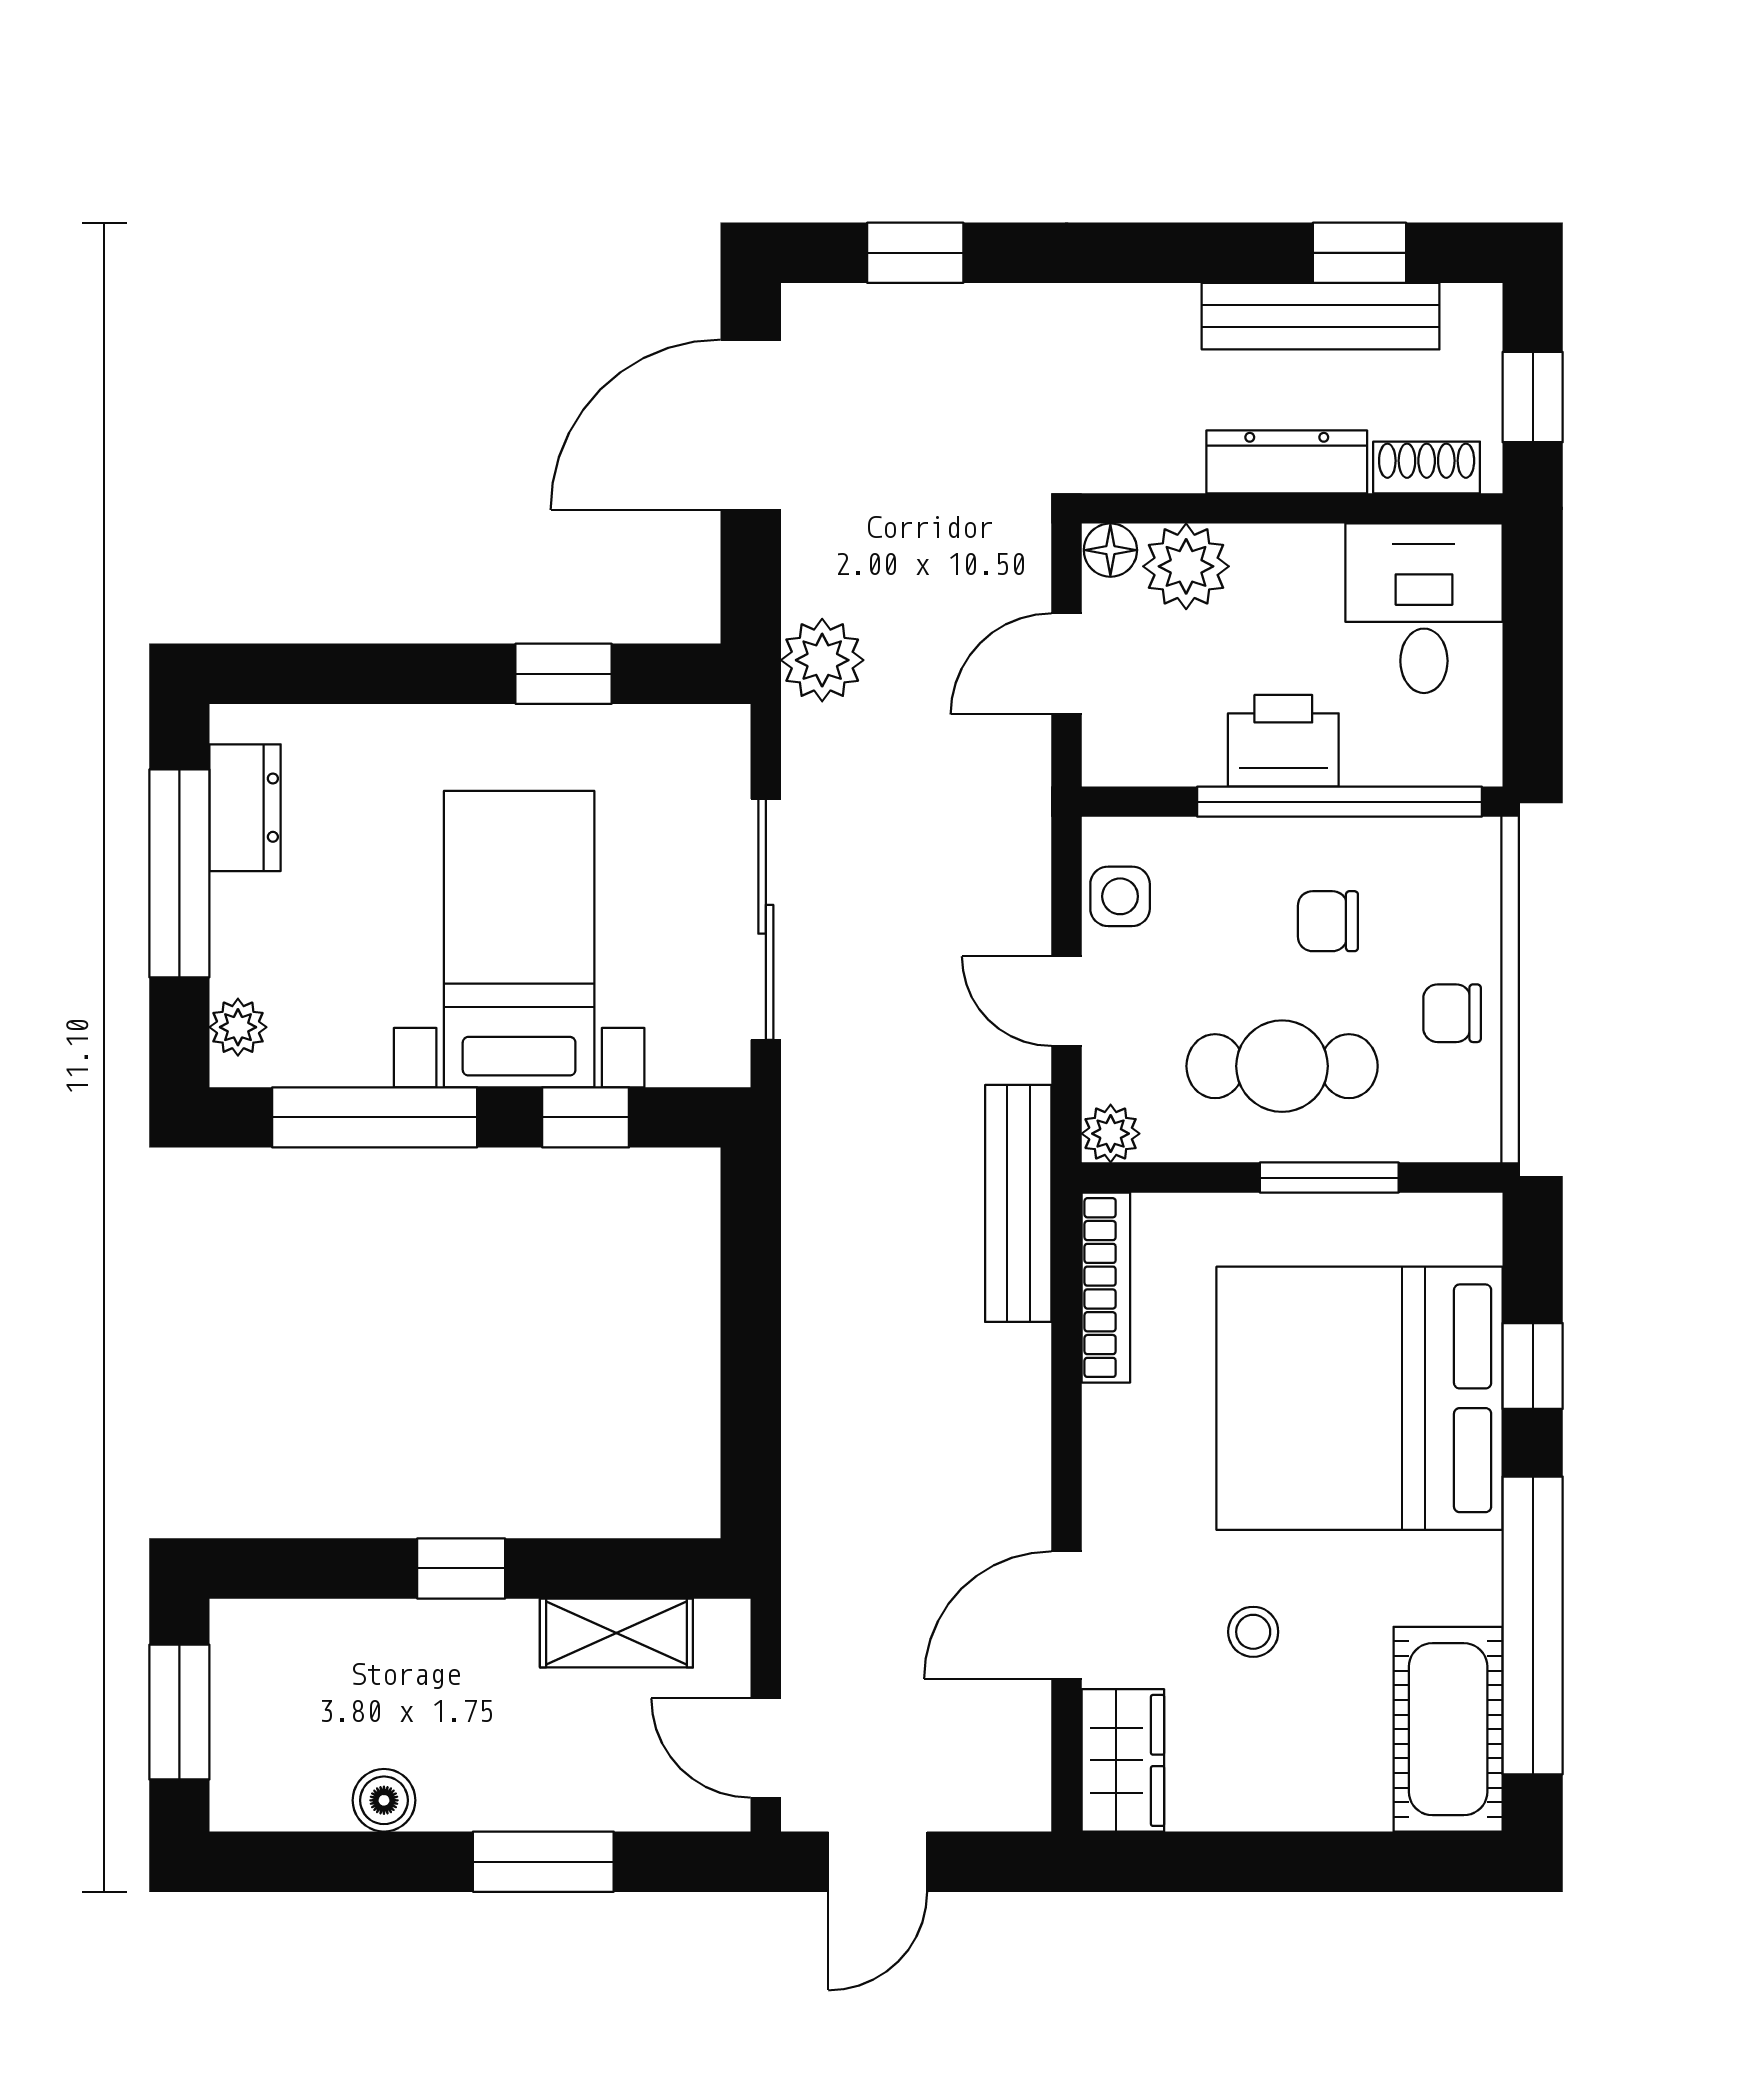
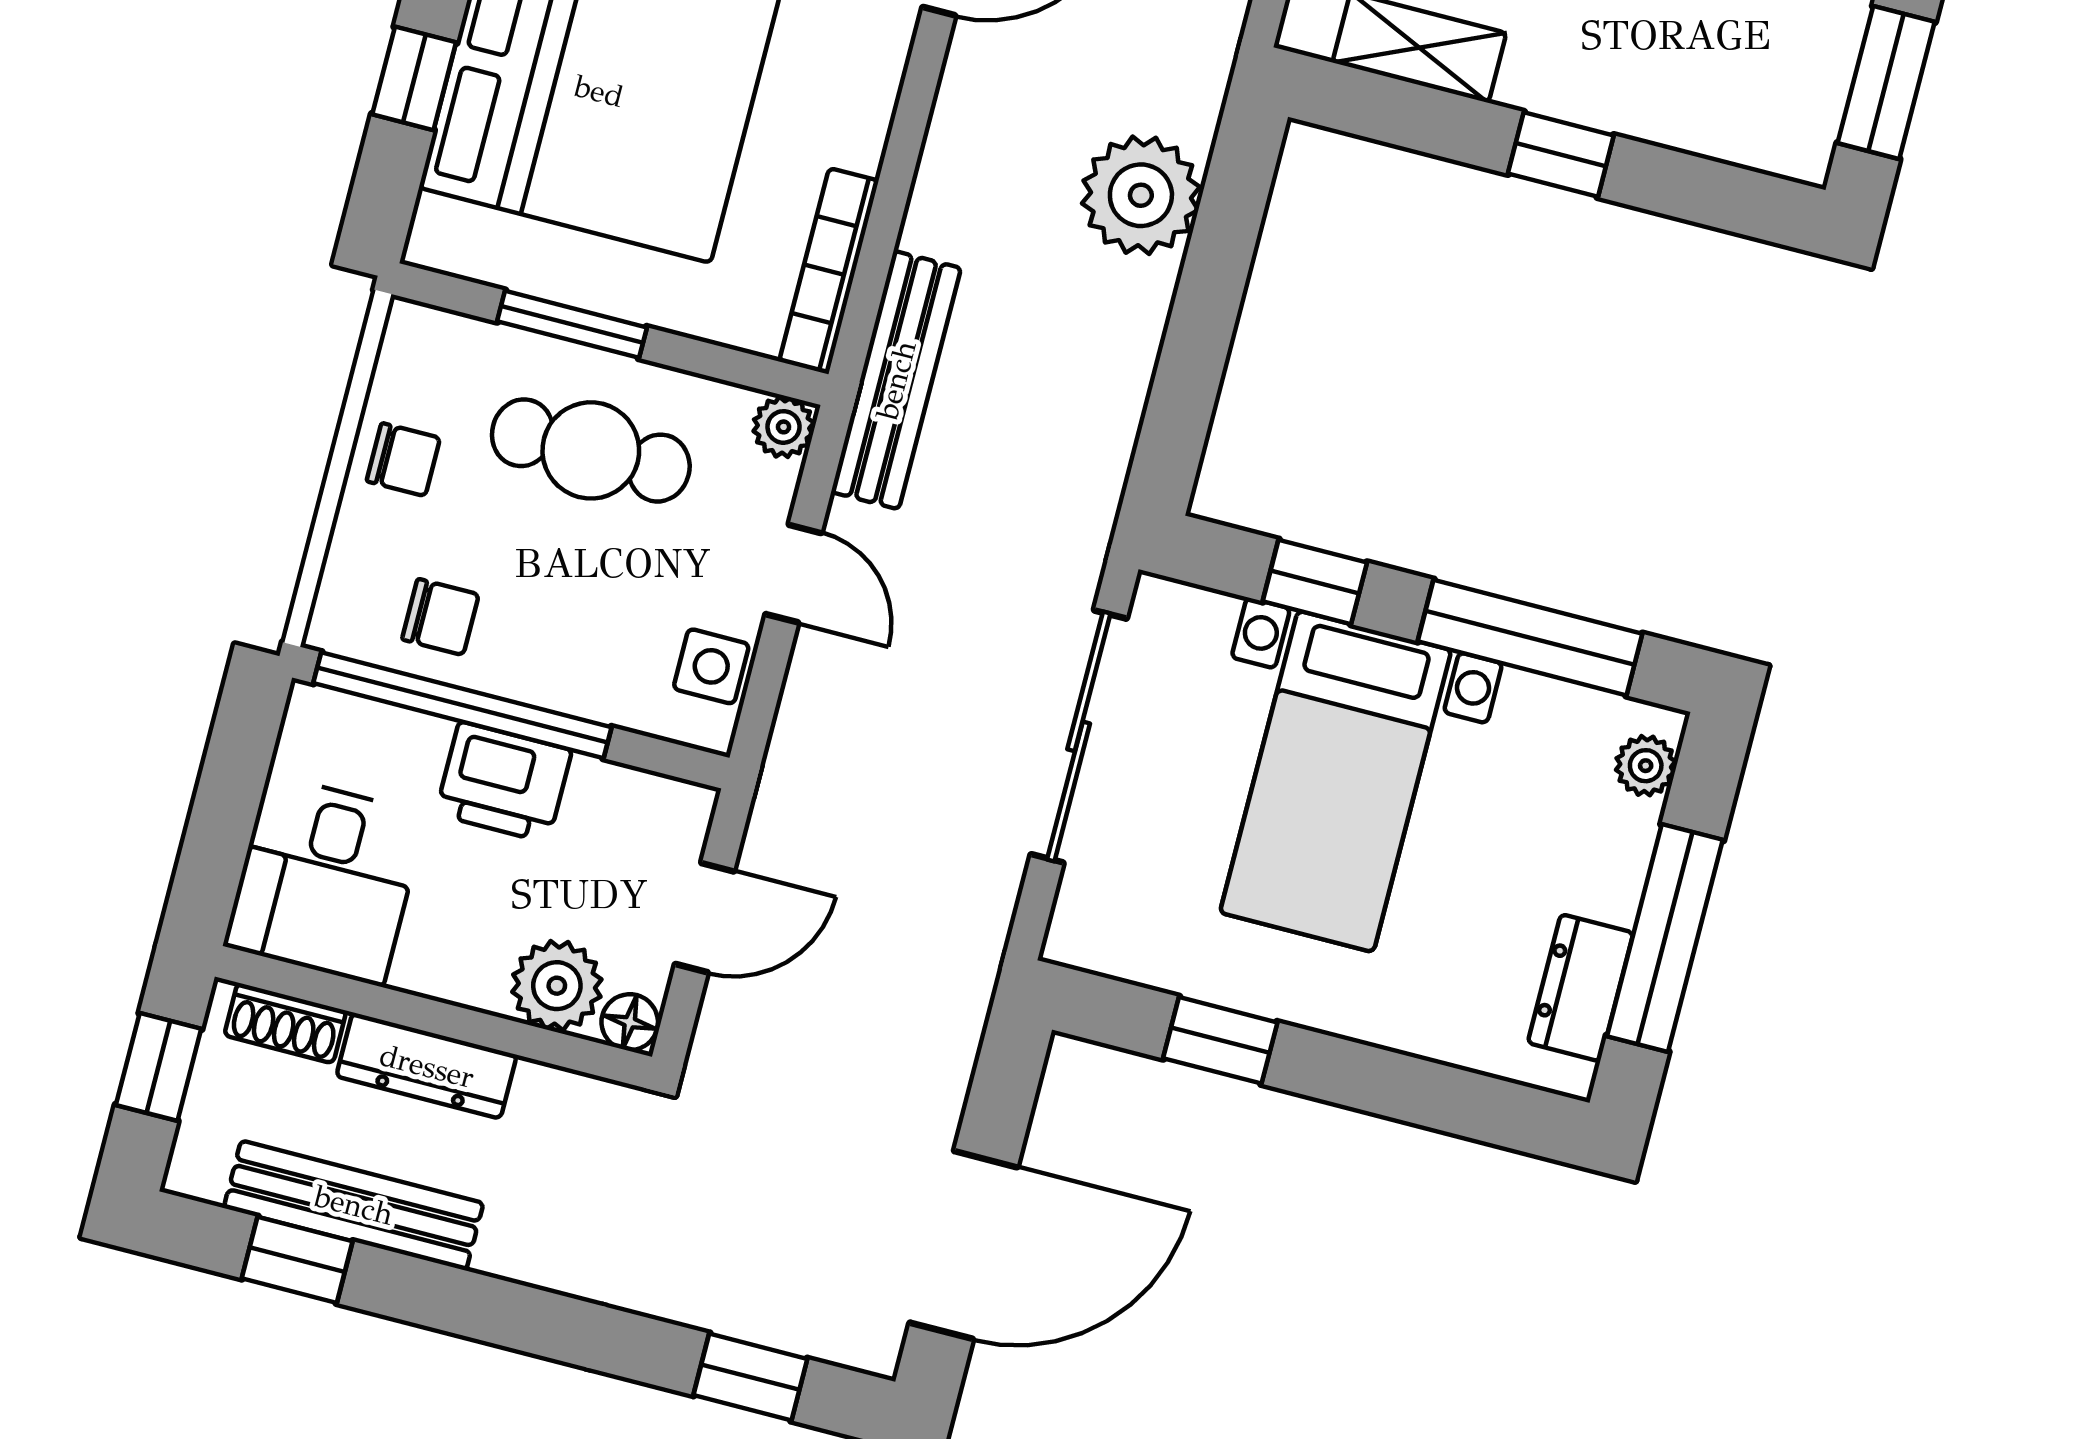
plant: (822, 660) -> (1141, 195), moved, width x1.36, depth x1.36
chair: (1328, 921) -> (440, 617), moved

